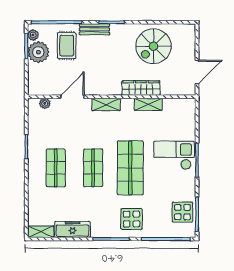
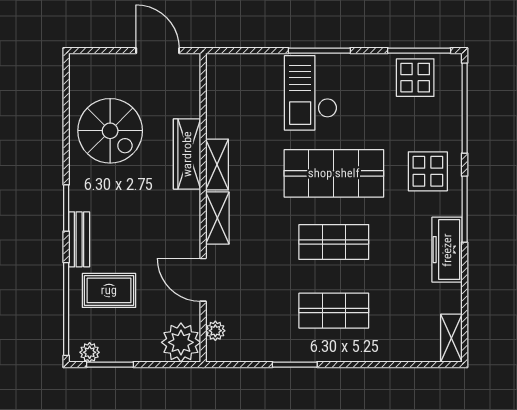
plant: (38, 52) -> (181, 342), moved
shelving: (148, 104) -> (217, 164), moved
freezer: (73, 229) -> (447, 250), moved

